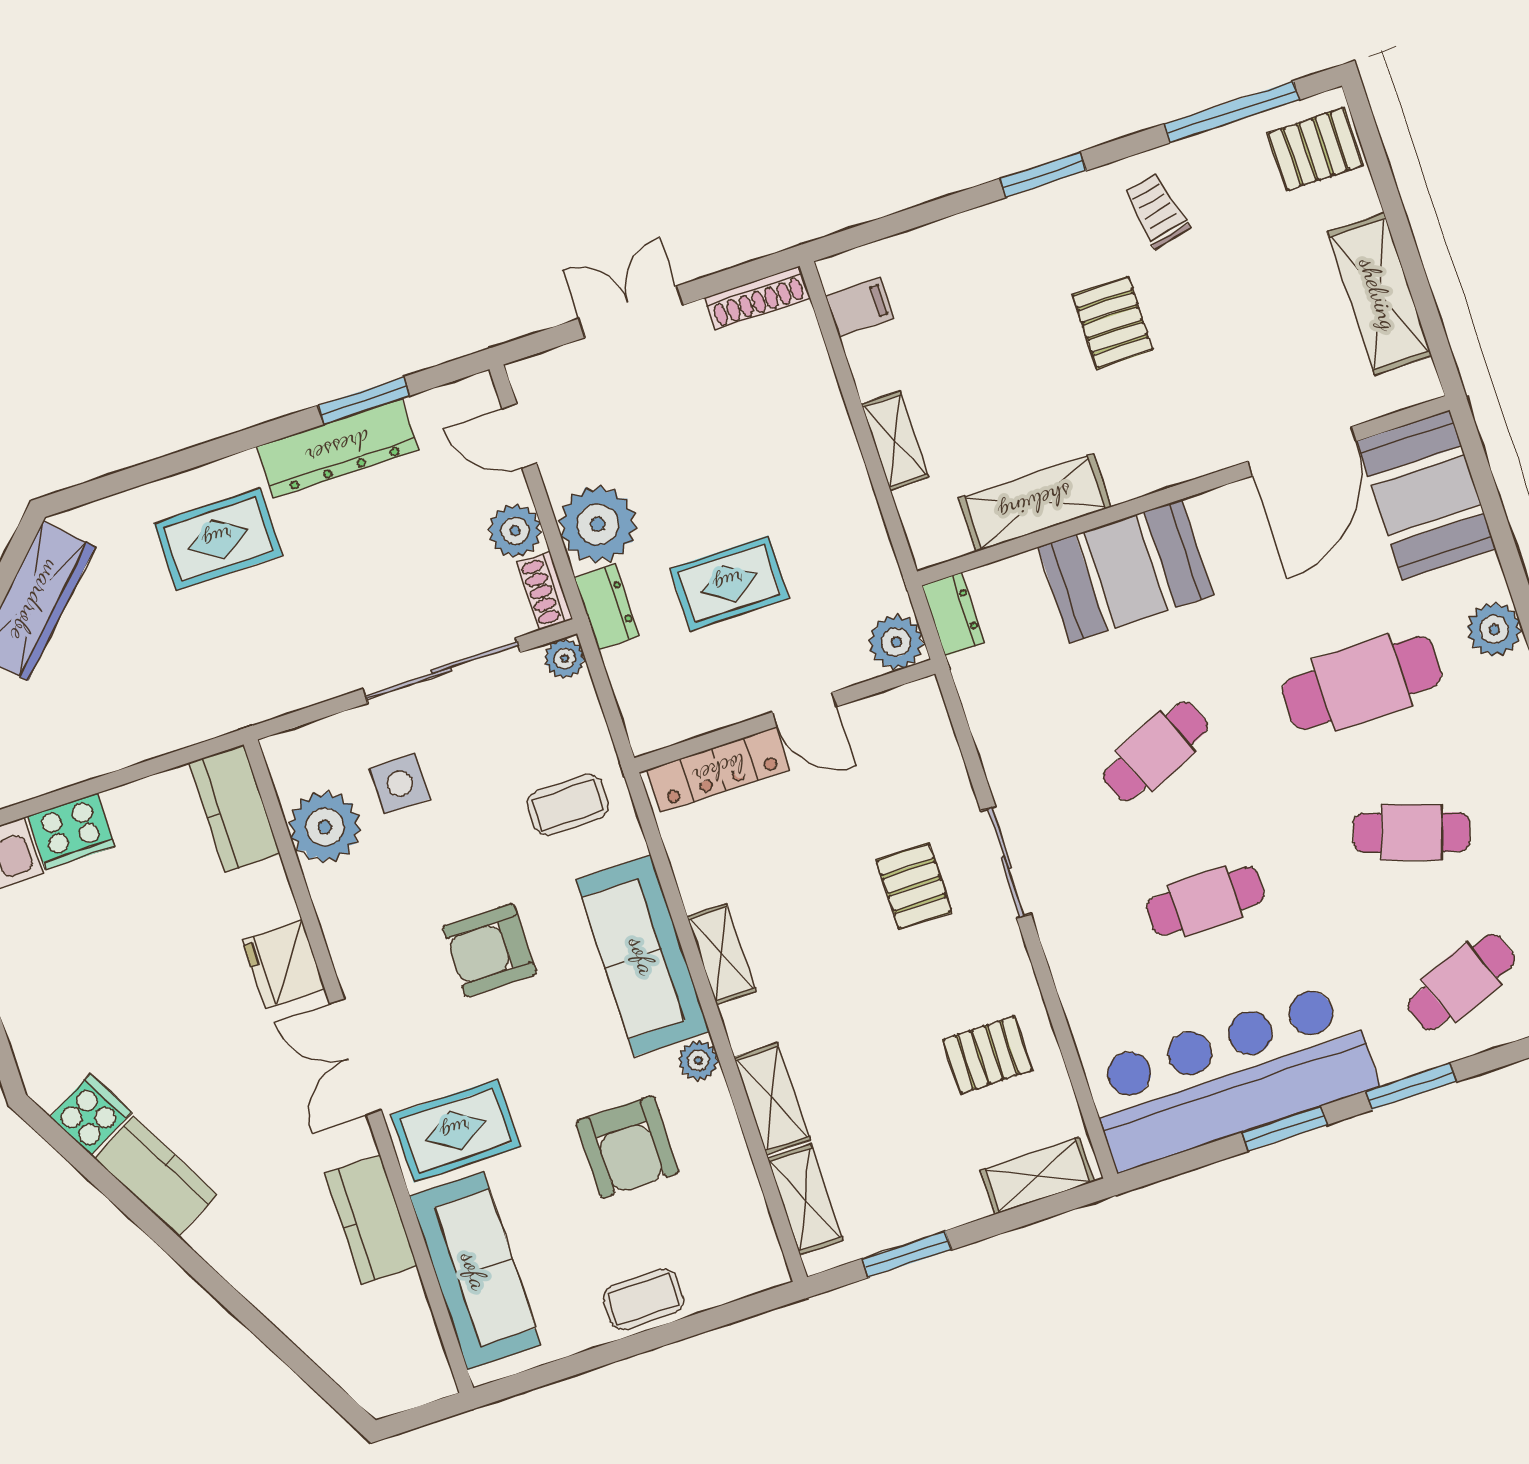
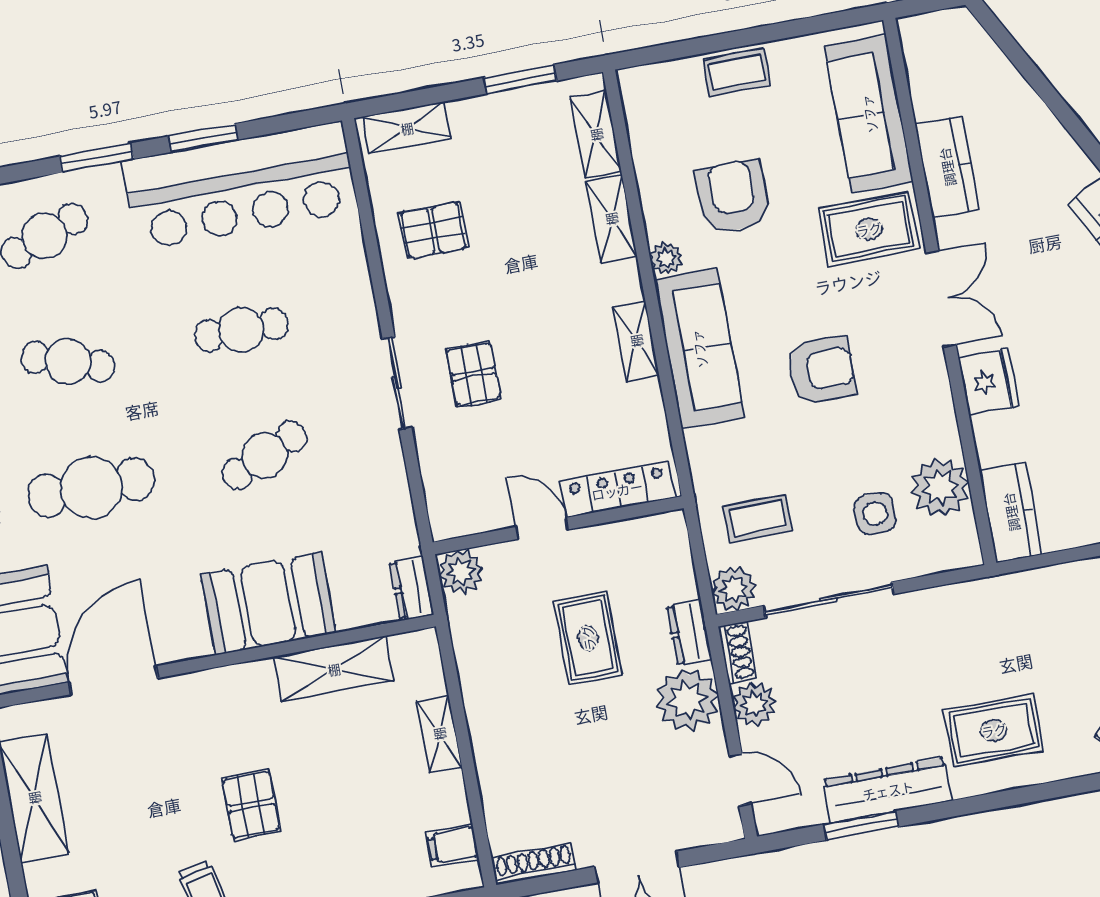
rug: (729, 583) -> (588, 638), turned 90
plant: (565, 658) -> (734, 589), width x1.38, depth x1.38
coffee table: (568, 805) -> (757, 518), moved

